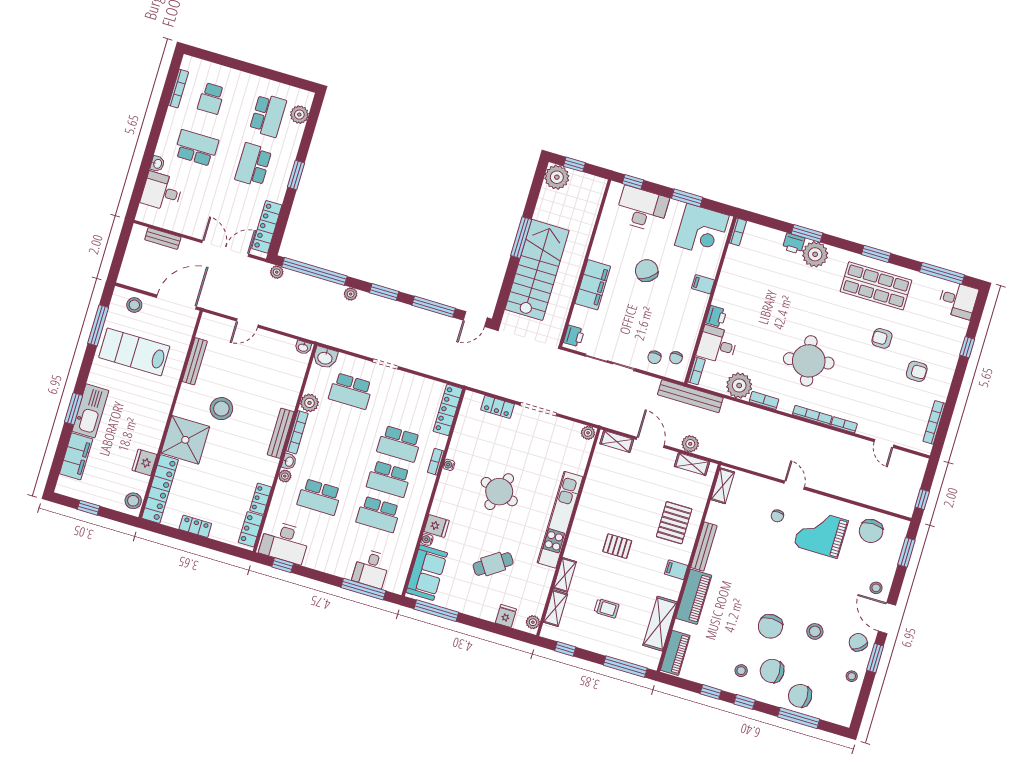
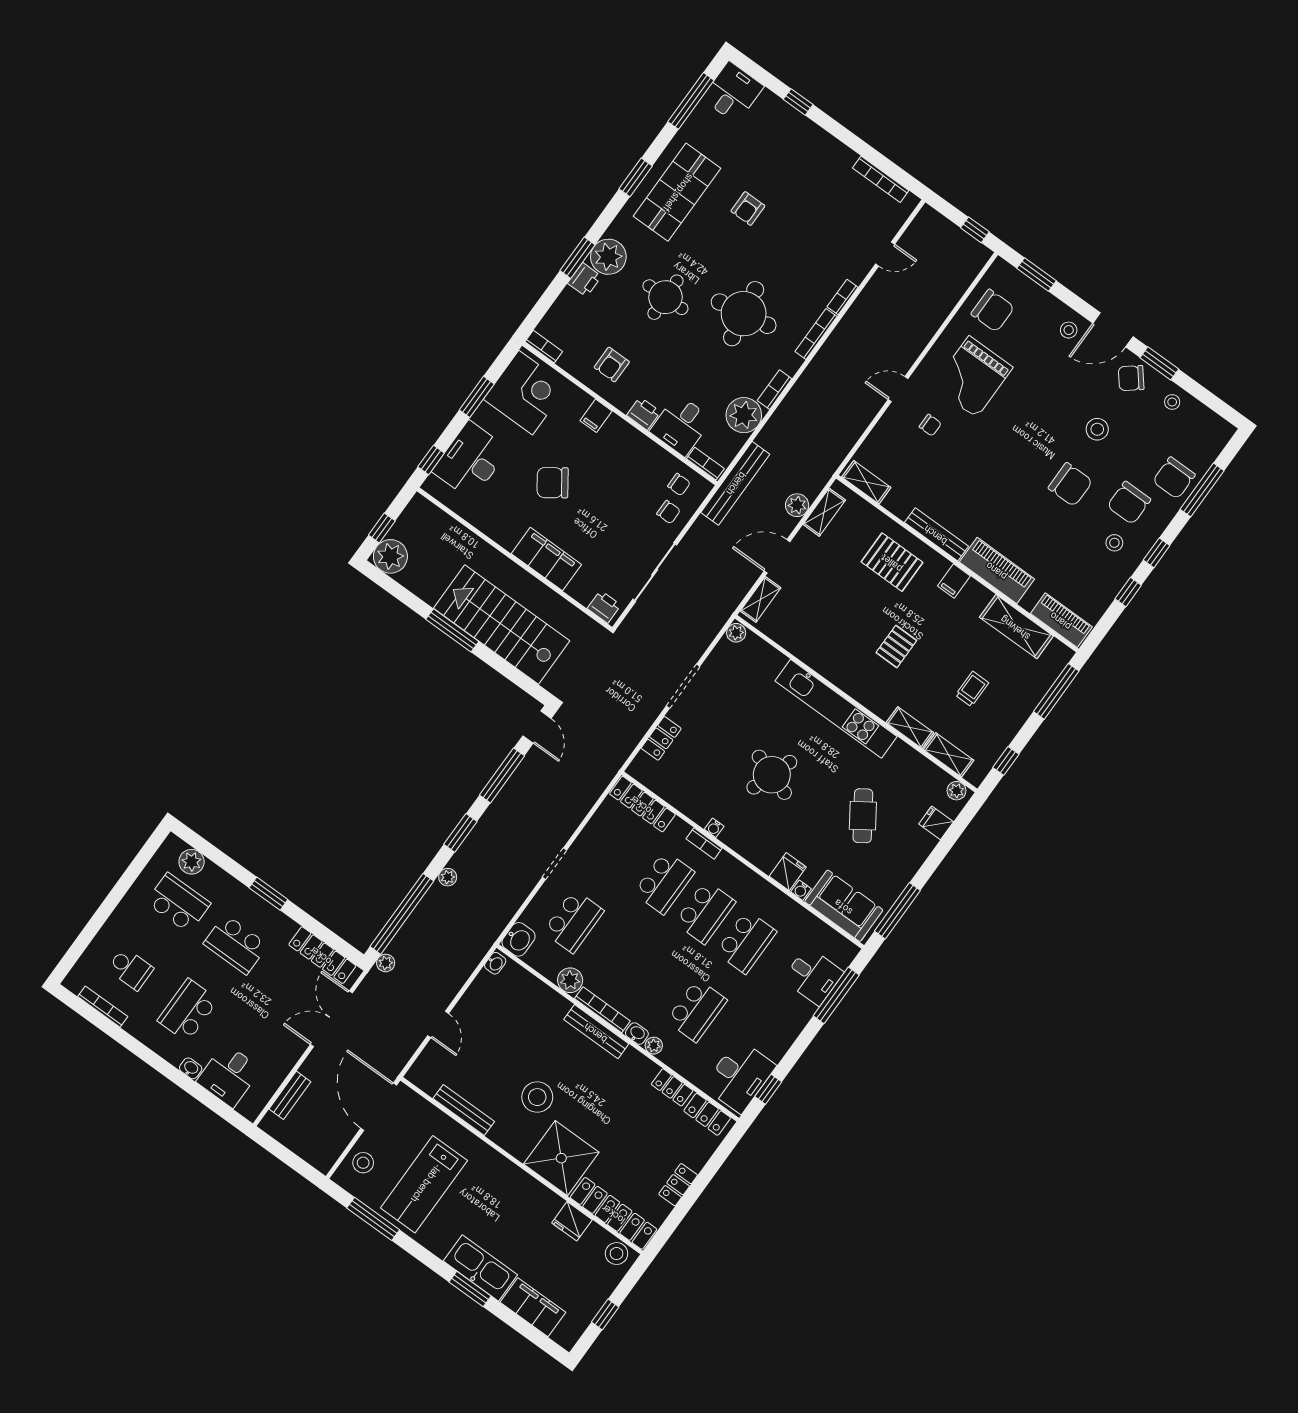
round table: (801, 303) -> (665, 297), added
armchair: (917, 371) -> (612, 365), moved, turned 180

